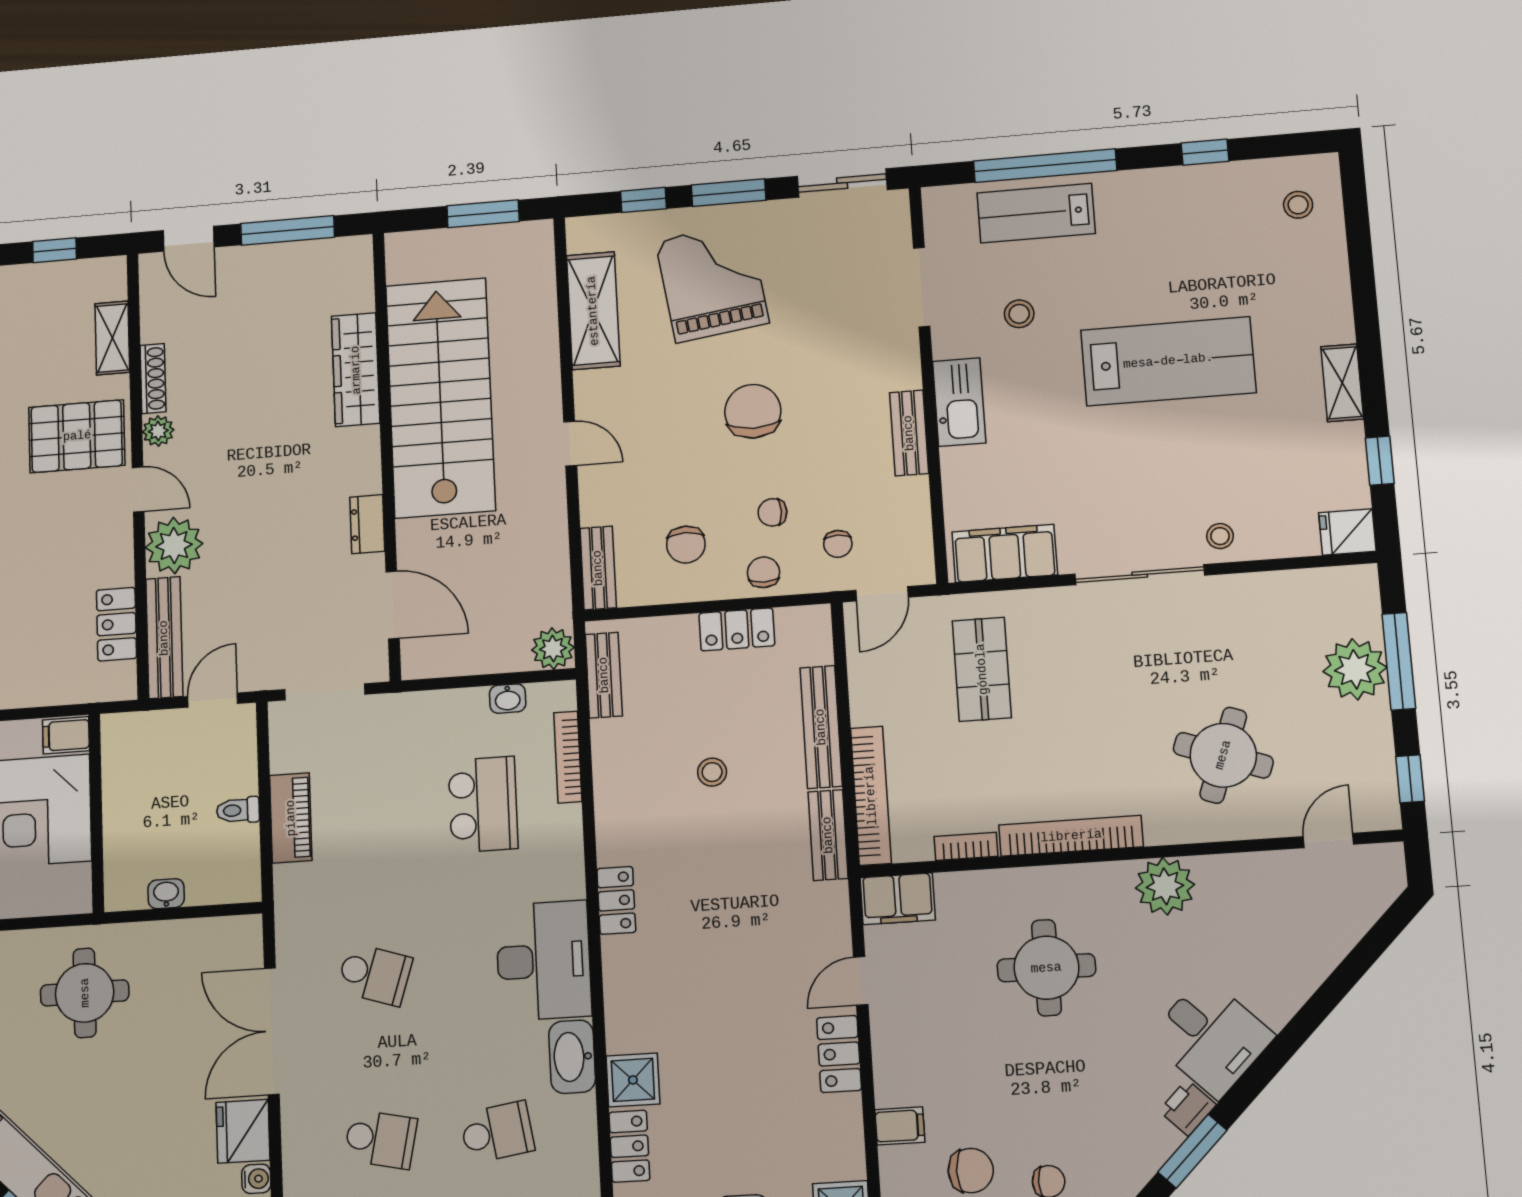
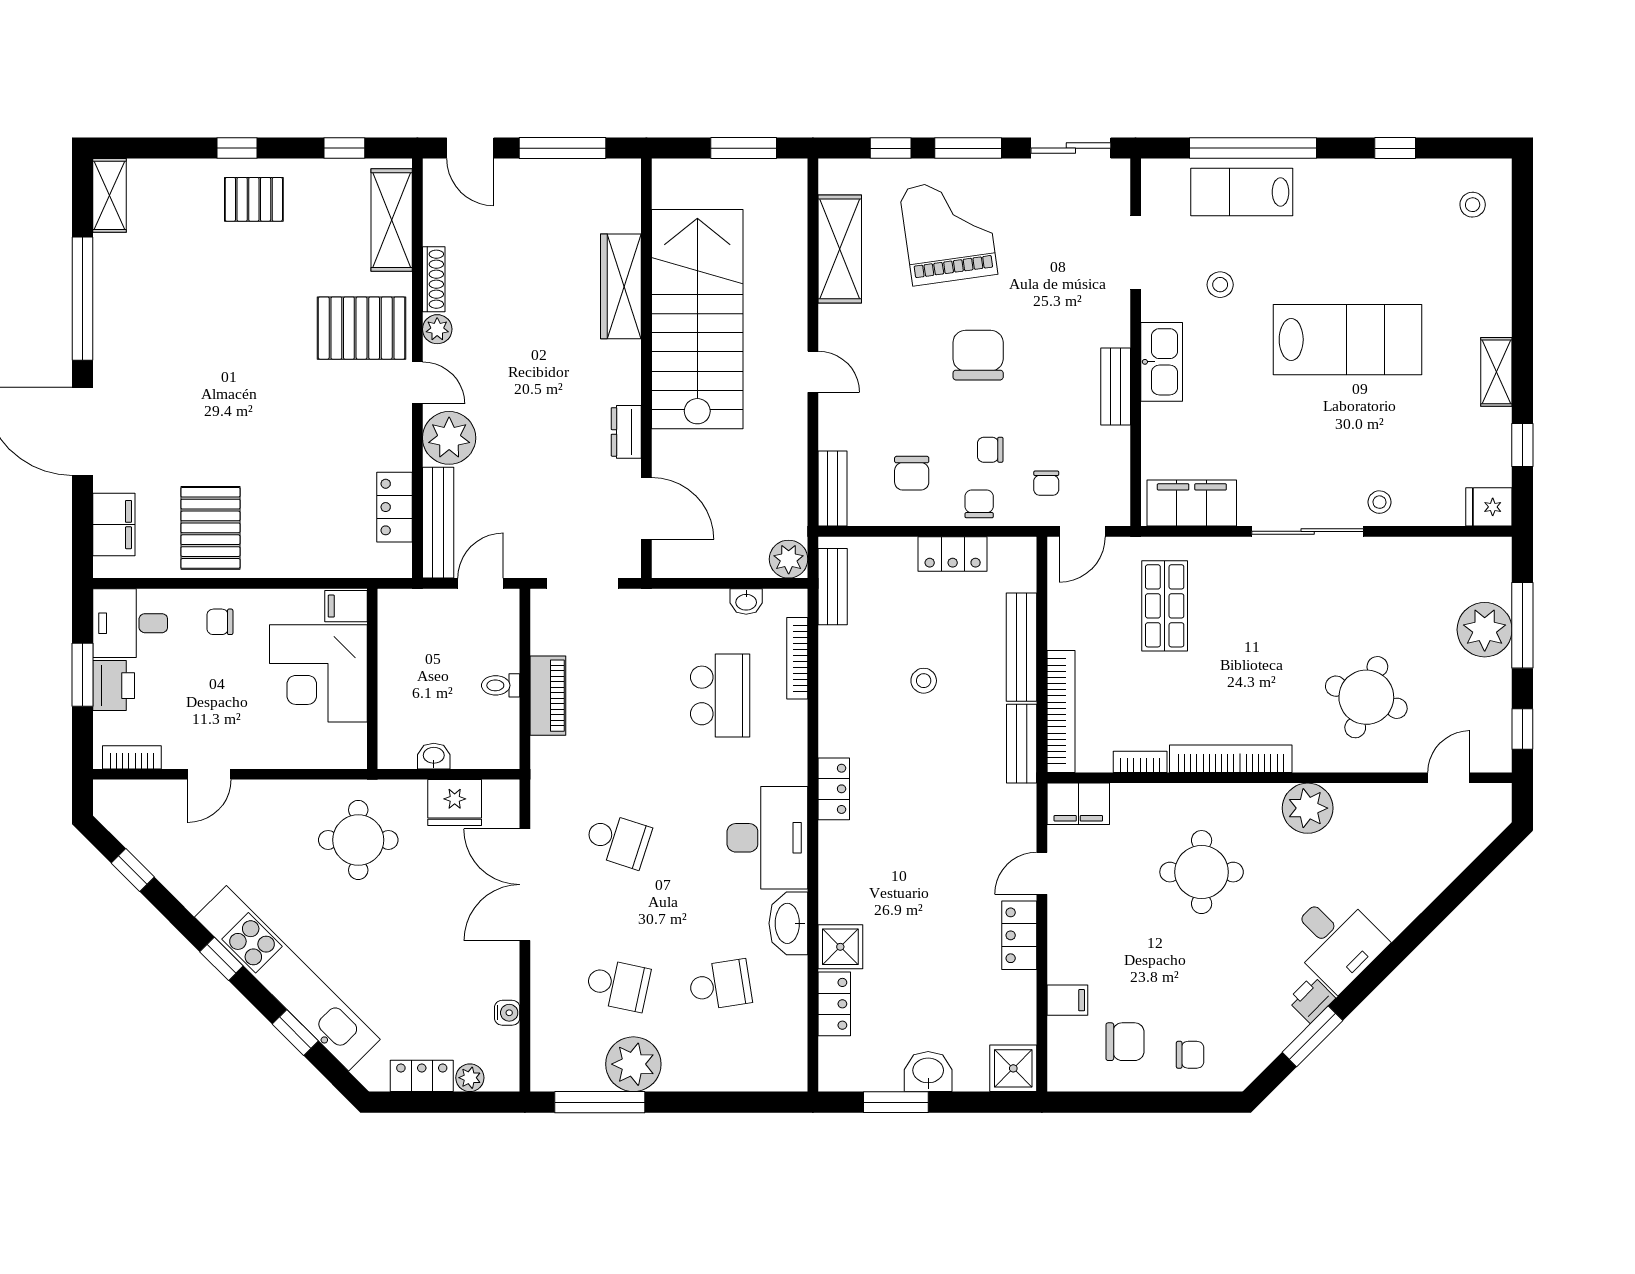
shelving: (112, 338) -> (392, 220), width x1.50, depth x1.33
fridge: (243, 1131) -> (455, 802), moved, turned -90

